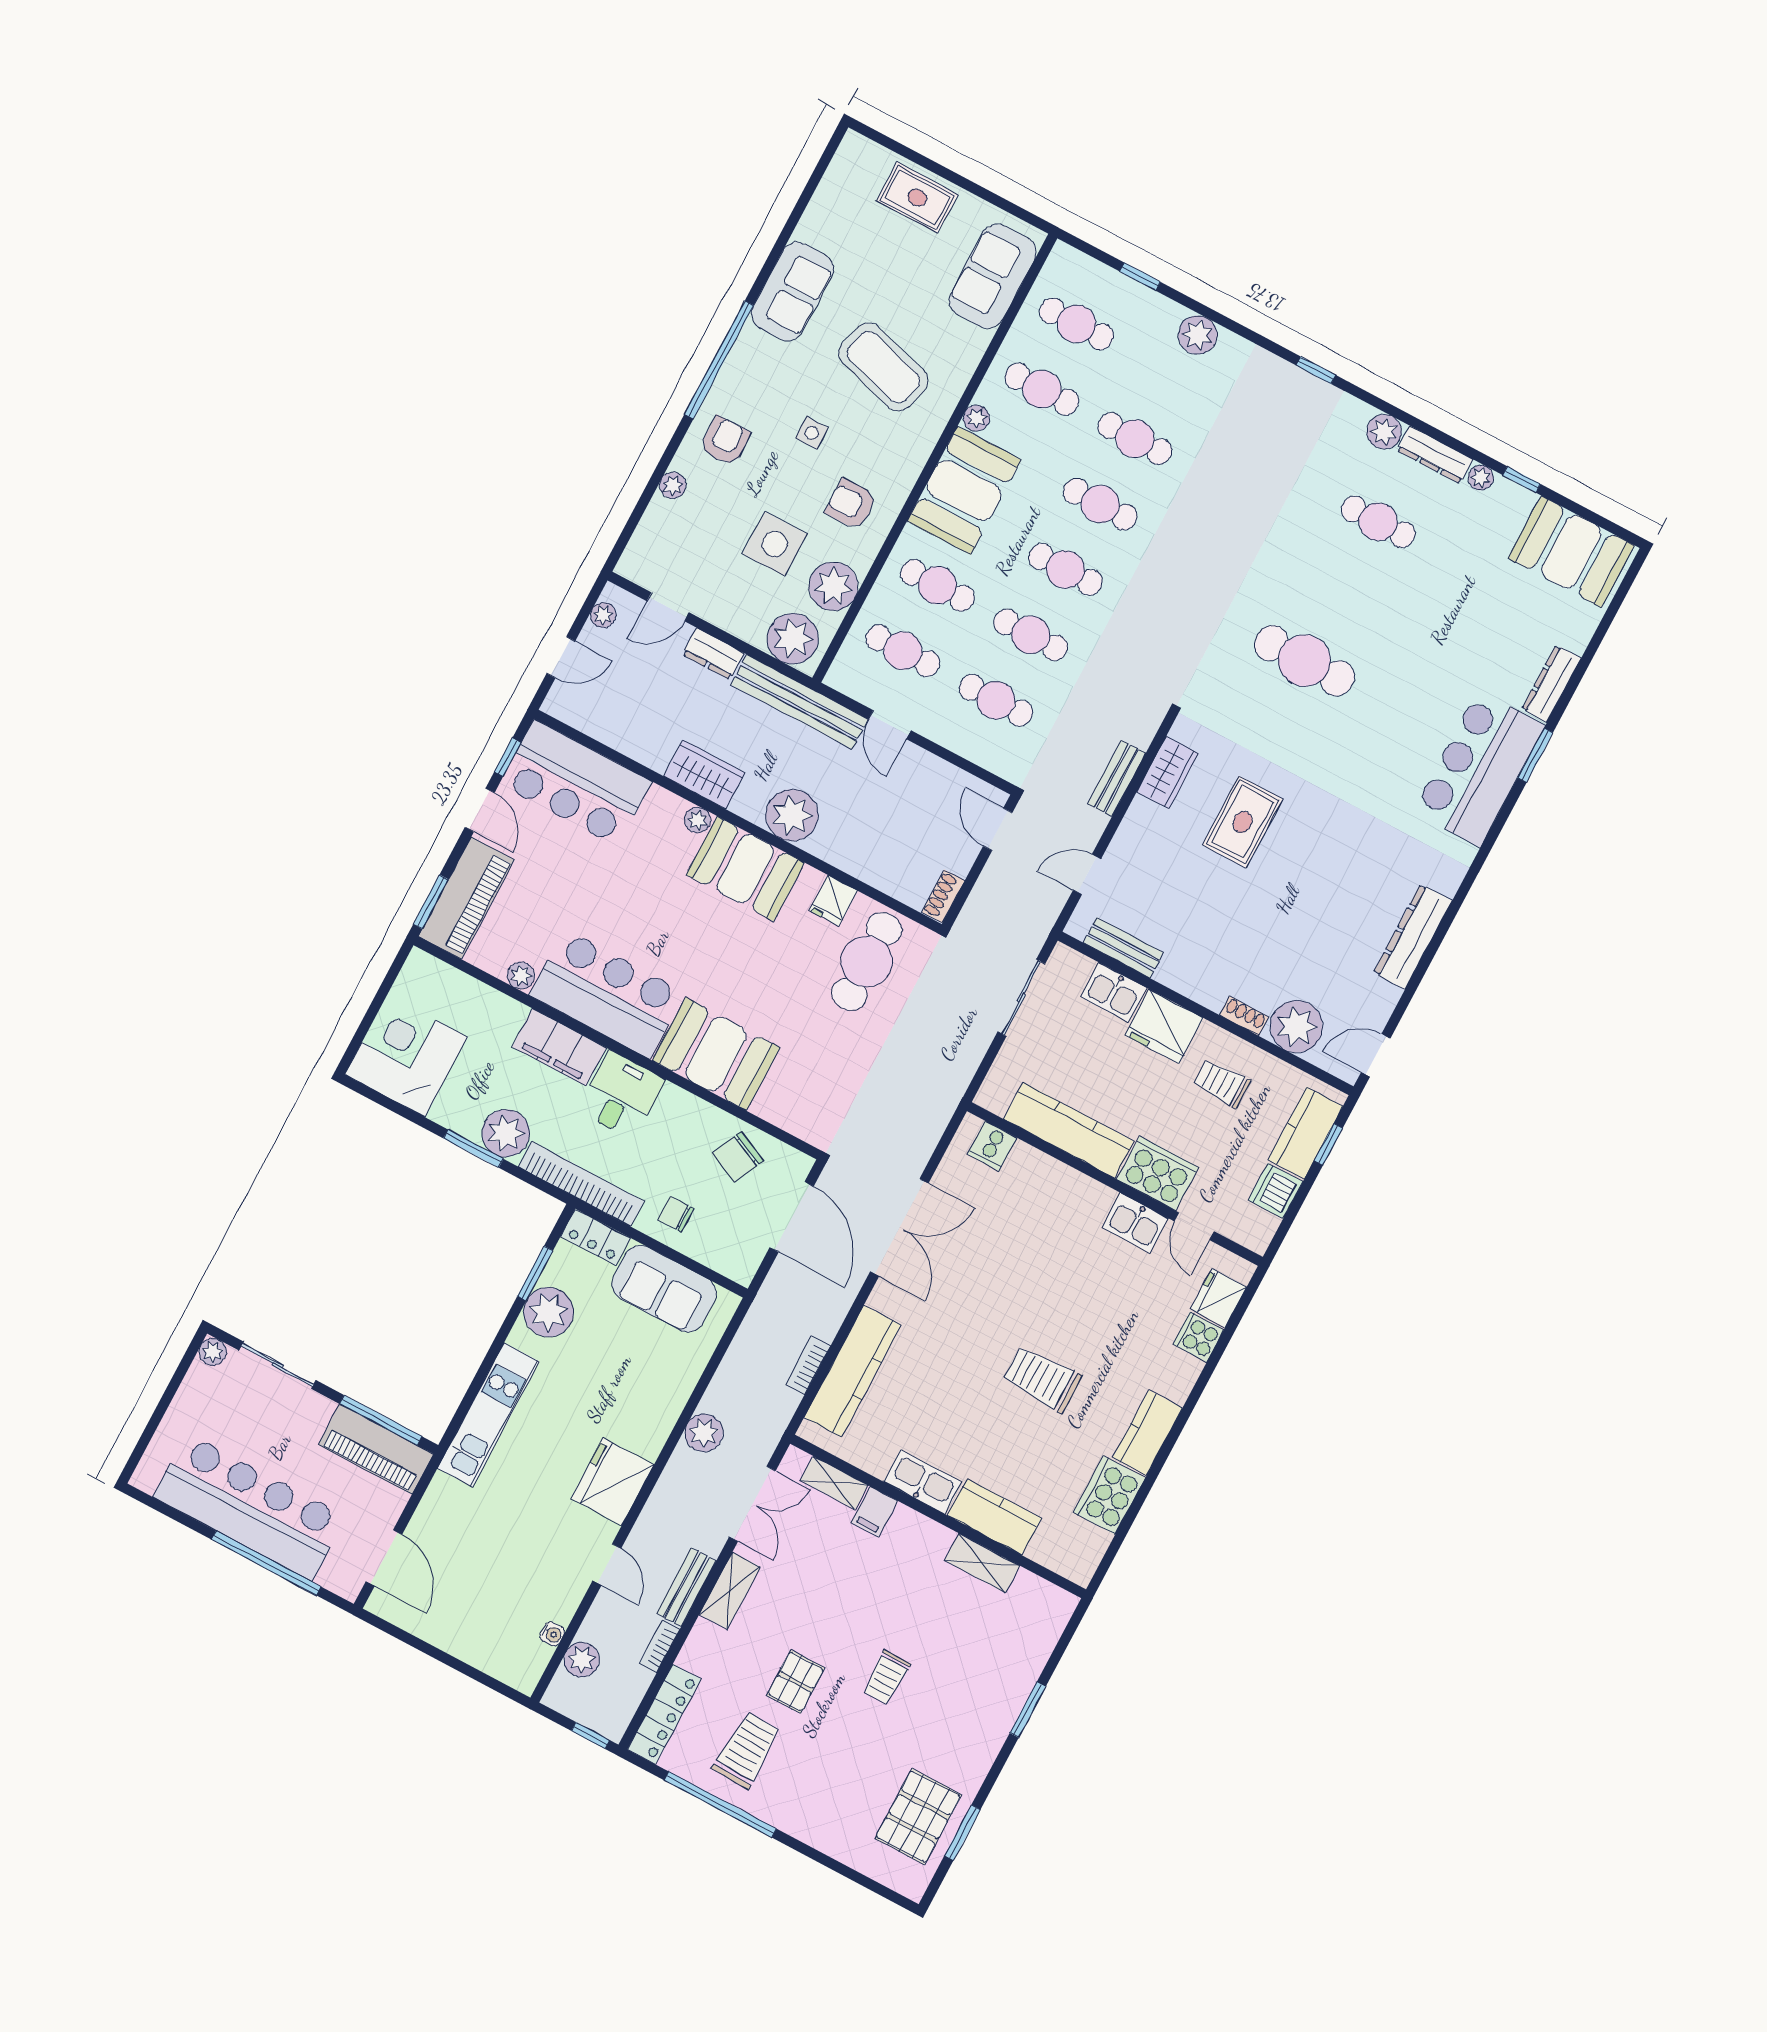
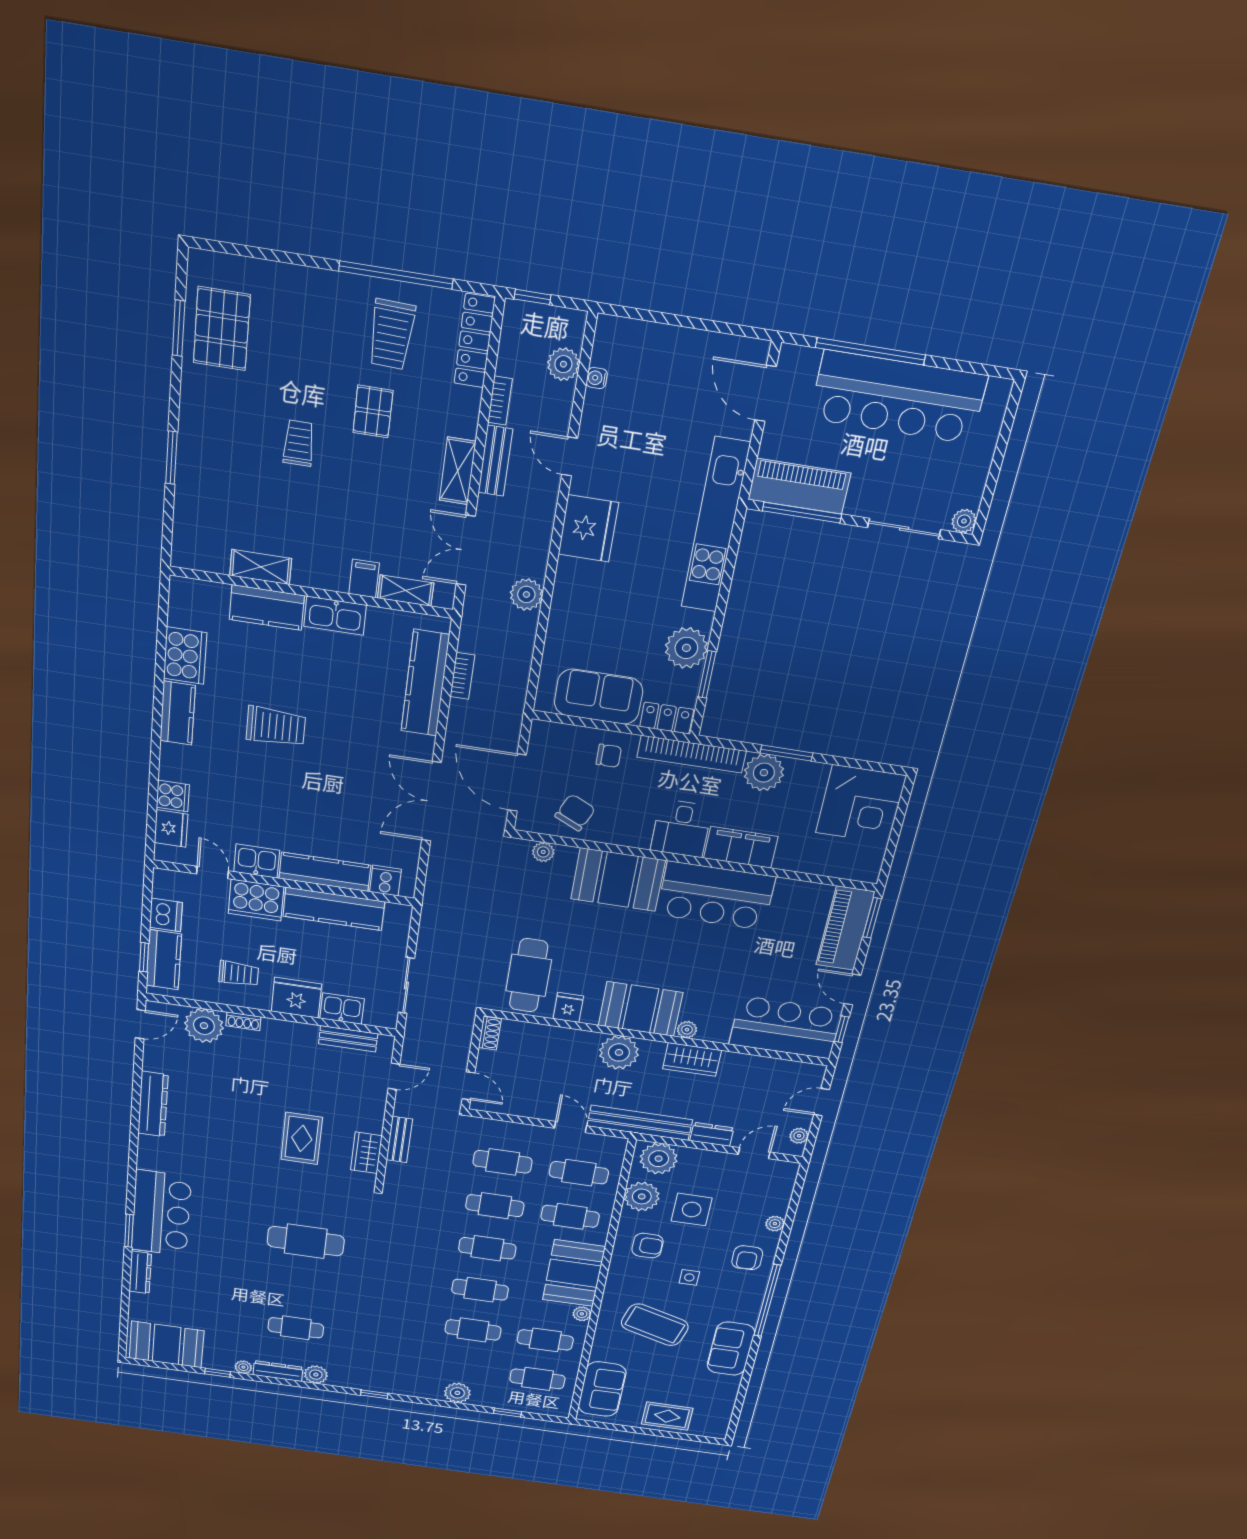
plant: (521, 976) -> (543, 852), moved
kitchen counter: (1060, 1182) -> (325, 872), added
kitchen unit: (488, 1415) -> (715, 526), width x1.36

